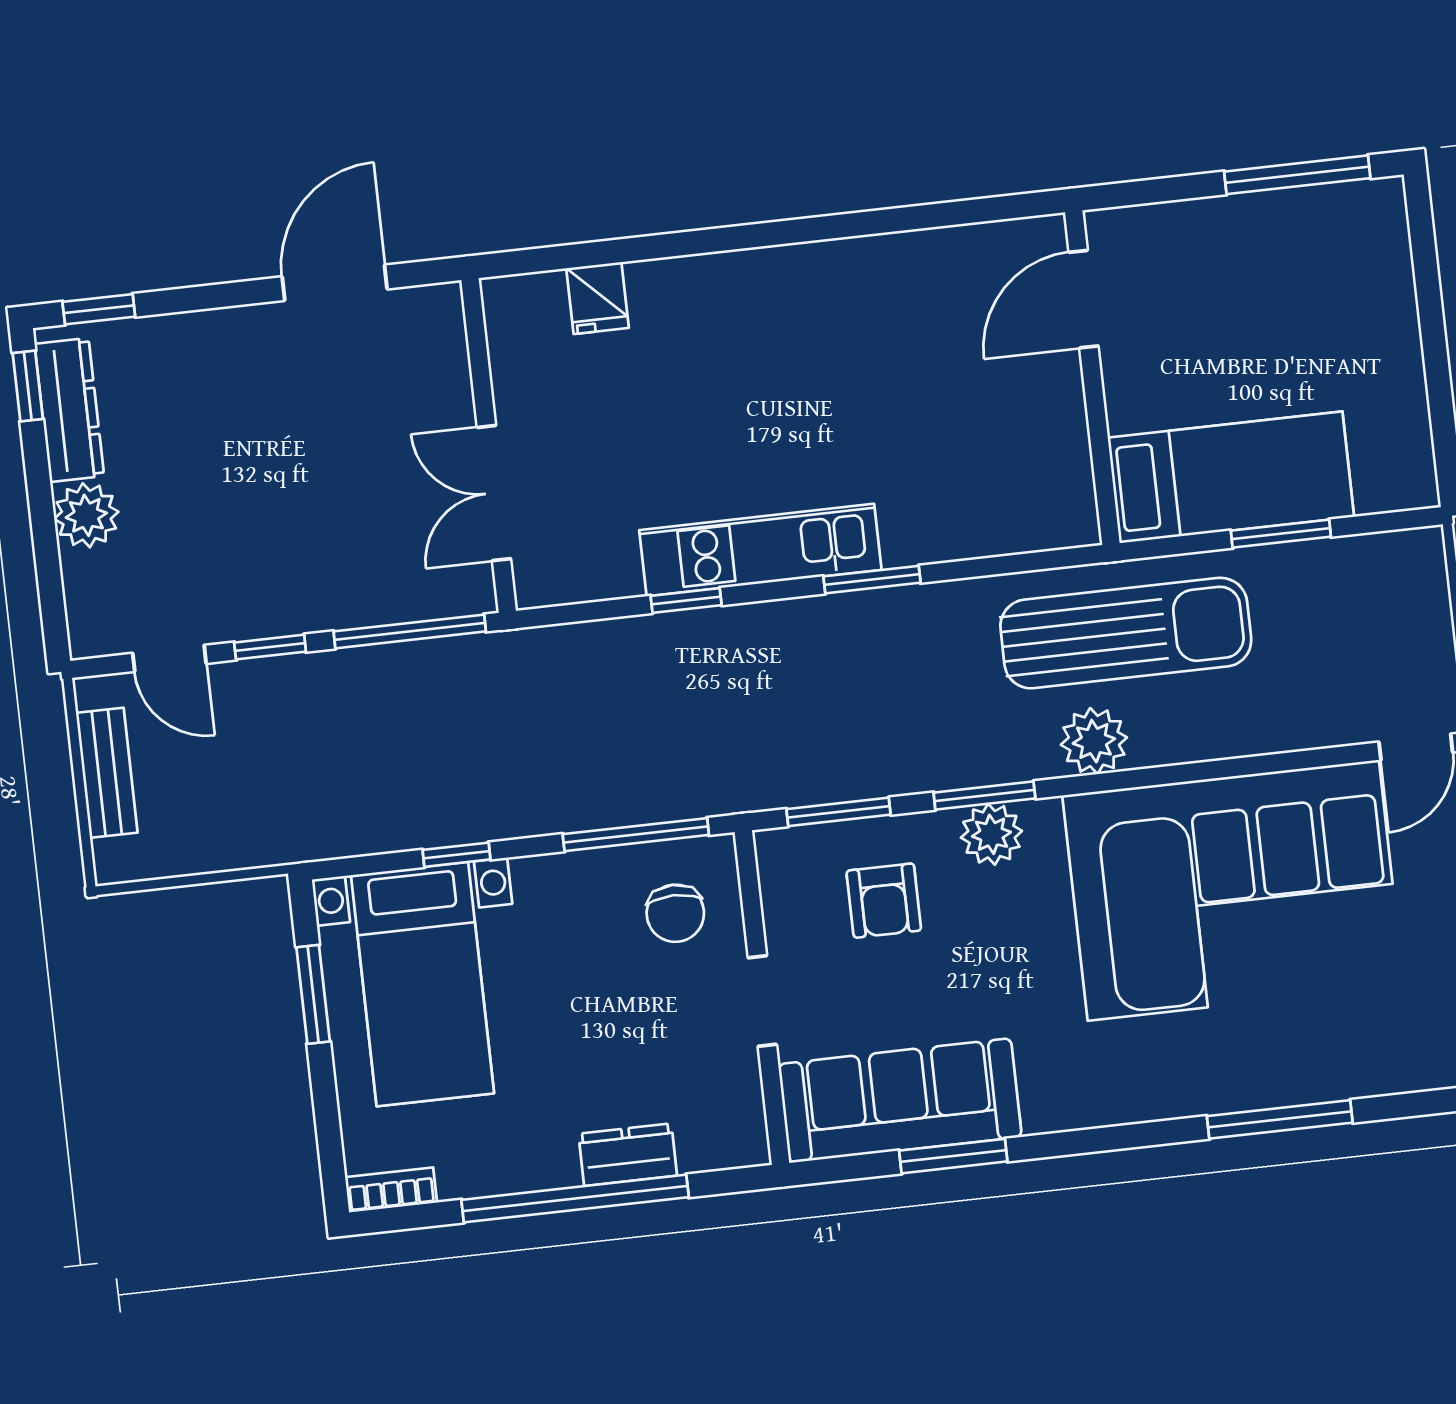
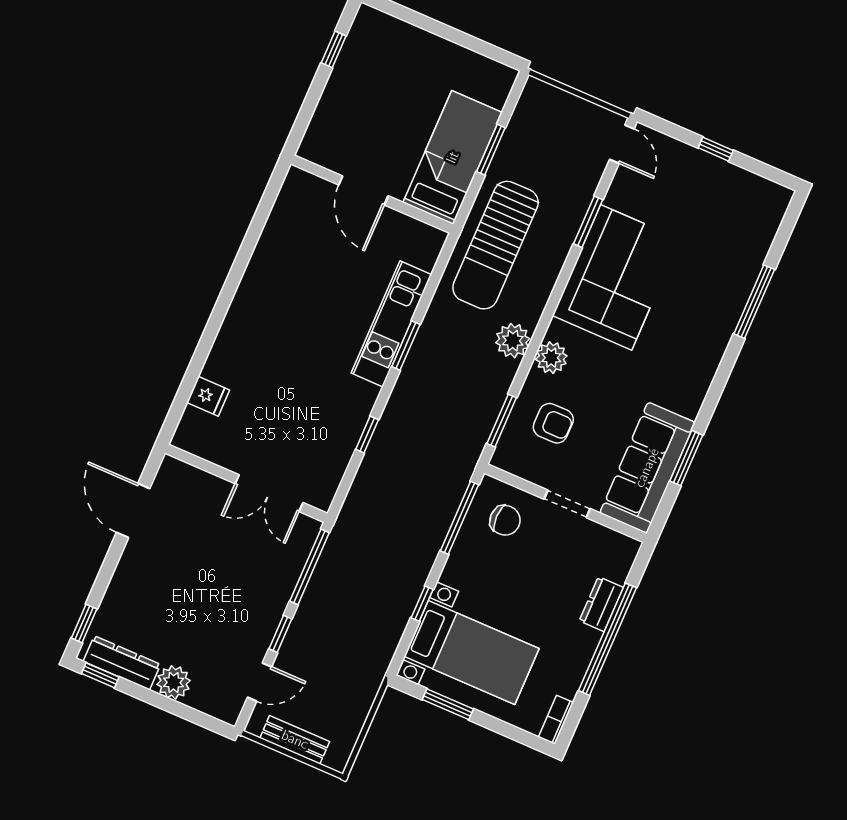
window: (1297, 175) -> (334, 49), width x0.46
door: (1084, 299) -> (363, 190), moved
kitchen unit: (760, 550) -> (392, 324), moved
sun lounger: (1126, 633) -> (496, 245), turned 180
plant: (1094, 741) -> (513, 341), moved
window: (984, 795) -> (588, 222), moved
corner sofa: (1233, 890) -> (616, 277), width x0.73, depth x0.74

